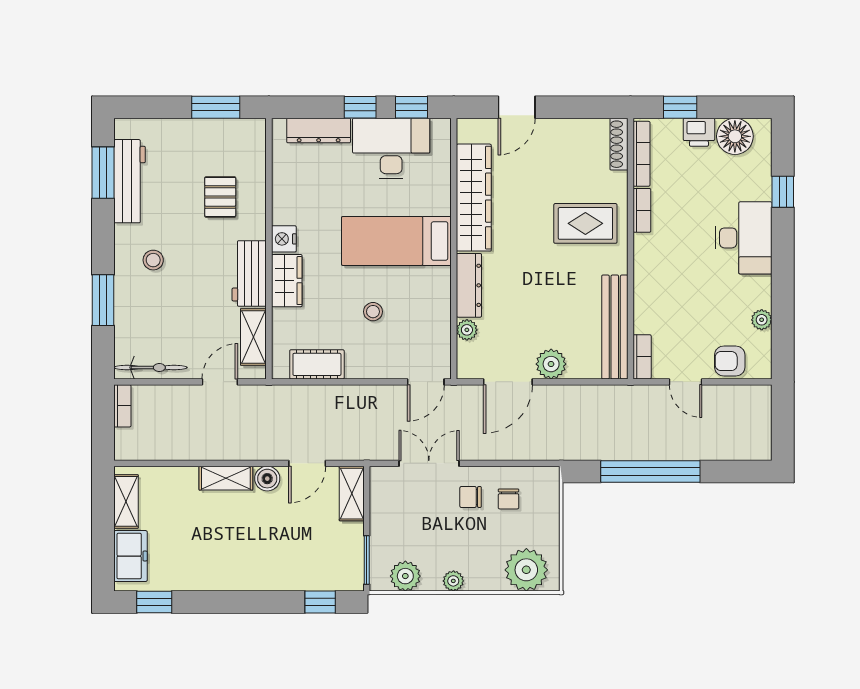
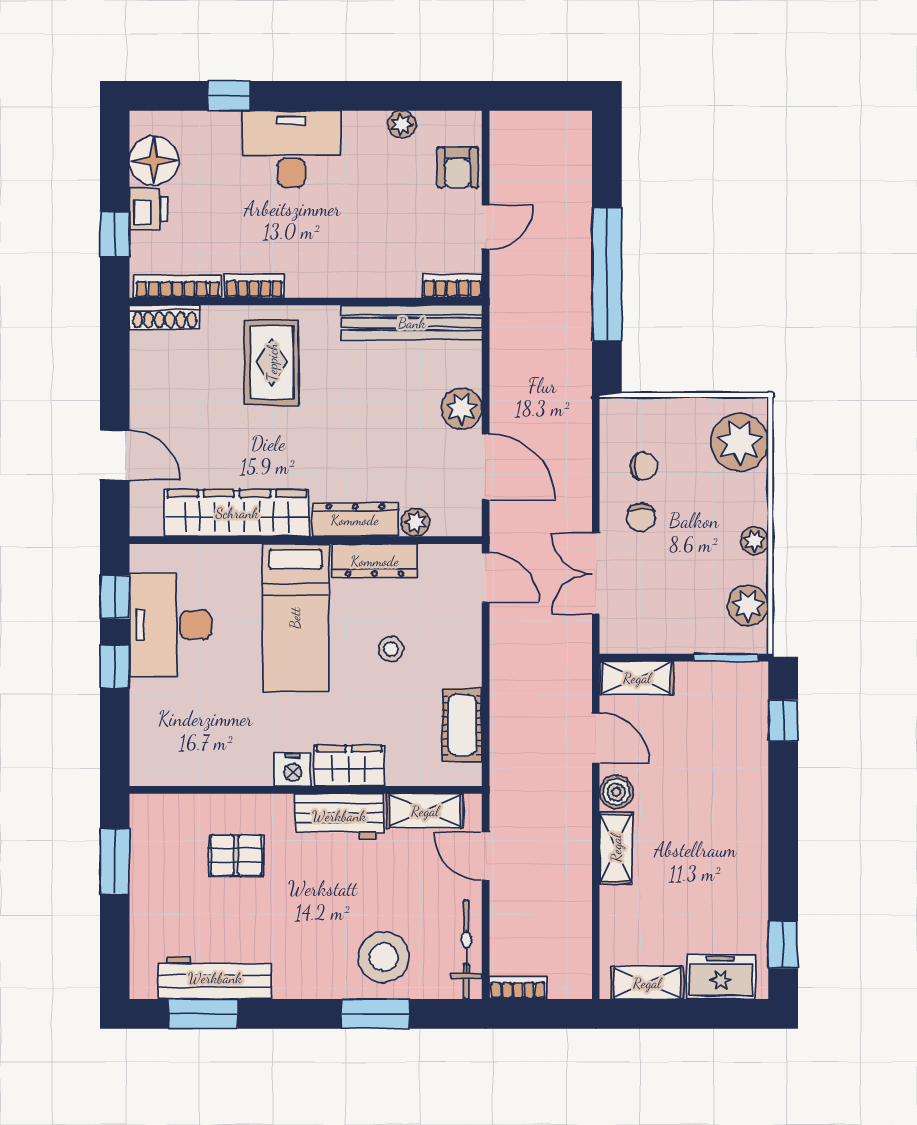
dresser: (319, 131) -> (375, 561), moved, turned 90
stool: (153, 260) -> (384, 957), moved, width x1.89, depth x1.89

